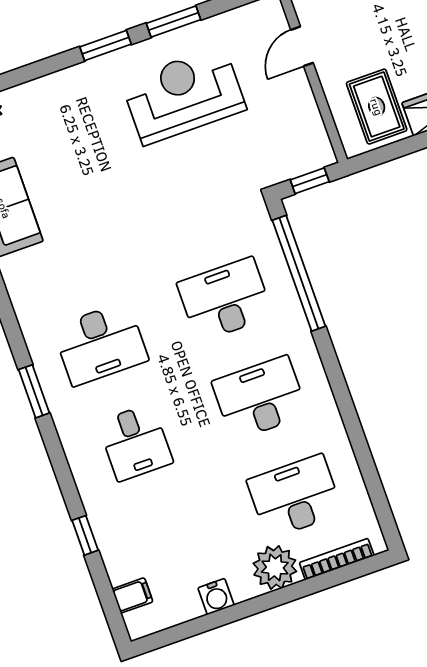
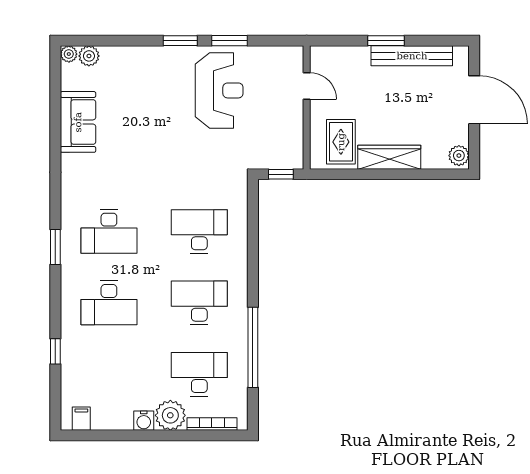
door: (302, 46) -> (307, 86), swing flipped
reception desk: (184, 95) -> (219, 90), turned 90
window: (299, 273) -> (253, 347), moved
desk: (135, 442) -> (109, 303), width x1.37
filing cabinet: (132, 595) -> (81, 419), moved, turned -90
water cooler: (216, 597) -> (144, 421), moved

